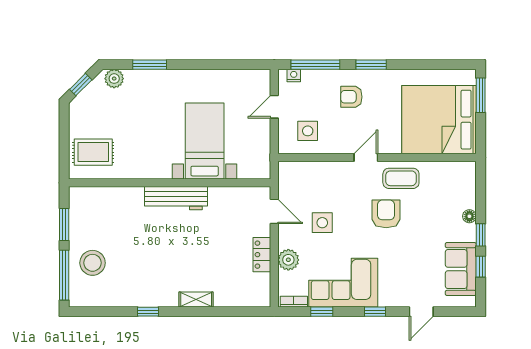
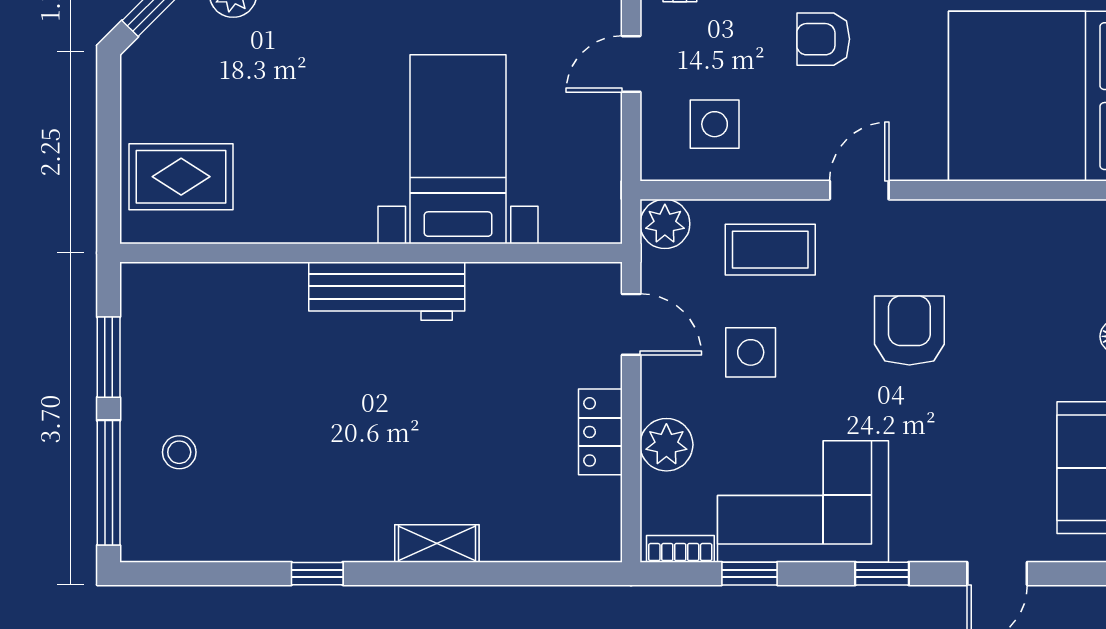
plant: (288, 171) -> (665, 224), added
coffee table: (401, 178) -> (770, 250), moved
stool: (93, 263) -> (179, 452), width x0.53, depth x0.53

